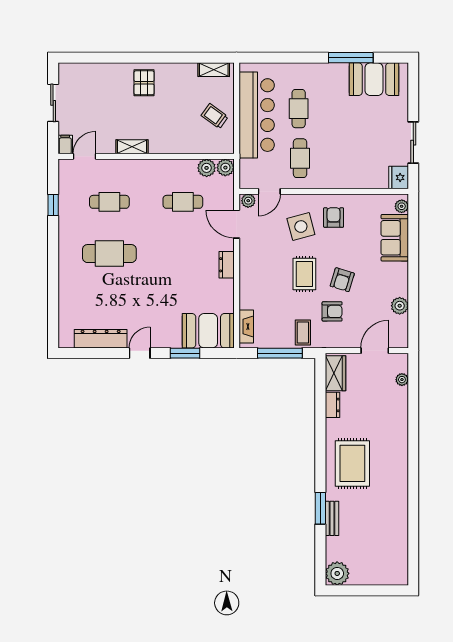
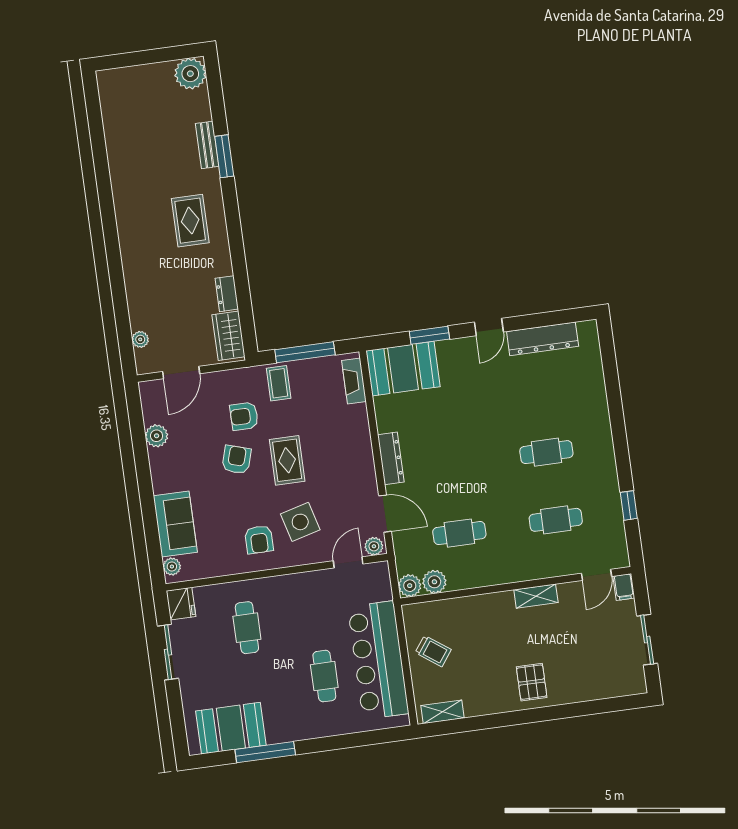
cafe table: (300, 158) -> (247, 628), moved
cafe table: (109, 254) -> (546, 452), width x0.73, depth x0.74
dresser: (227, 265) -> (391, 458), width x1.44
rug: (352, 463) -> (190, 221), width x0.73, depth x0.70

